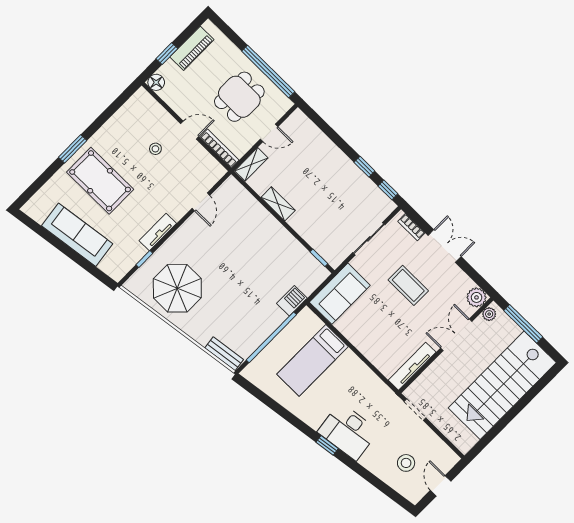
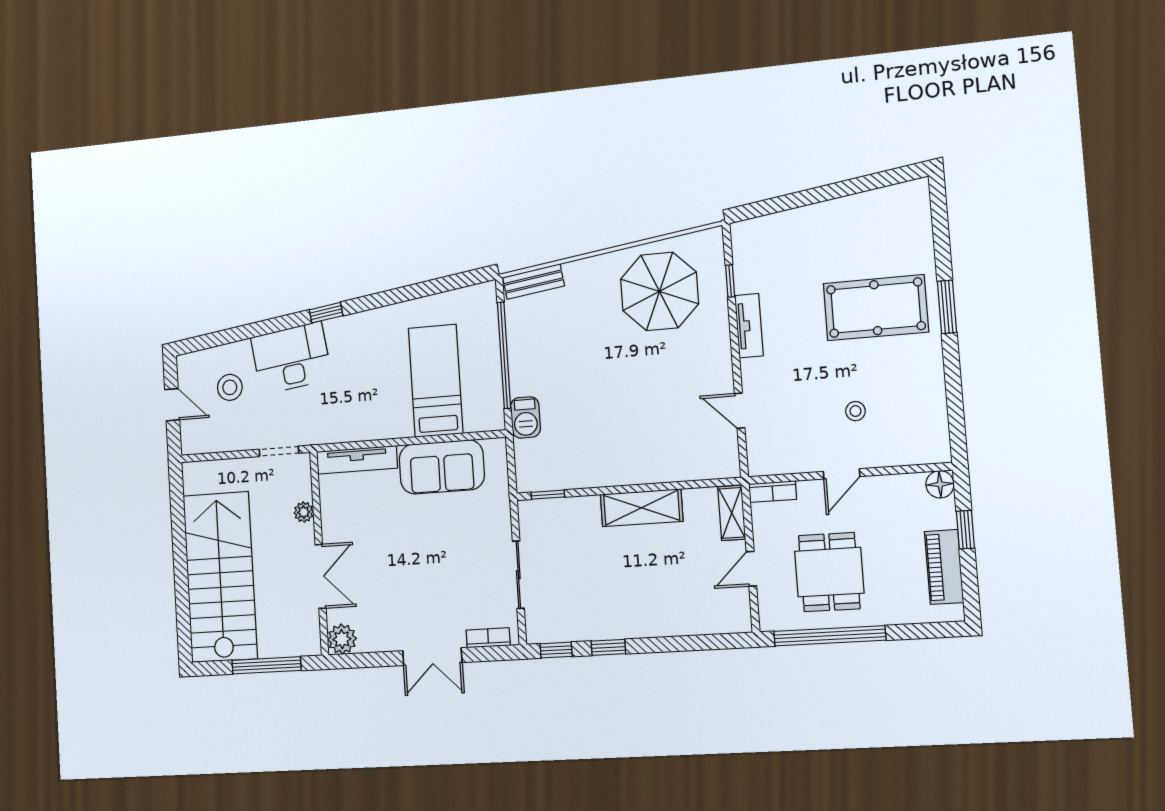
bookcase: (219, 149) -> (773, 492), width x0.64
shelving: (278, 204) -> (642, 508), width x1.50, depth x1.33
sofa: (77, 235) -> (833, 222), removed
coffee table: (408, 285) -> (424, 572), removed
sofa: (340, 294) -> (442, 467), moved, turned -90
plant: (489, 314) -> (304, 512), moved
tv unit: (412, 366) -> (357, 460), moved, turned 90
desk: (348, 431) -> (291, 358), moved

